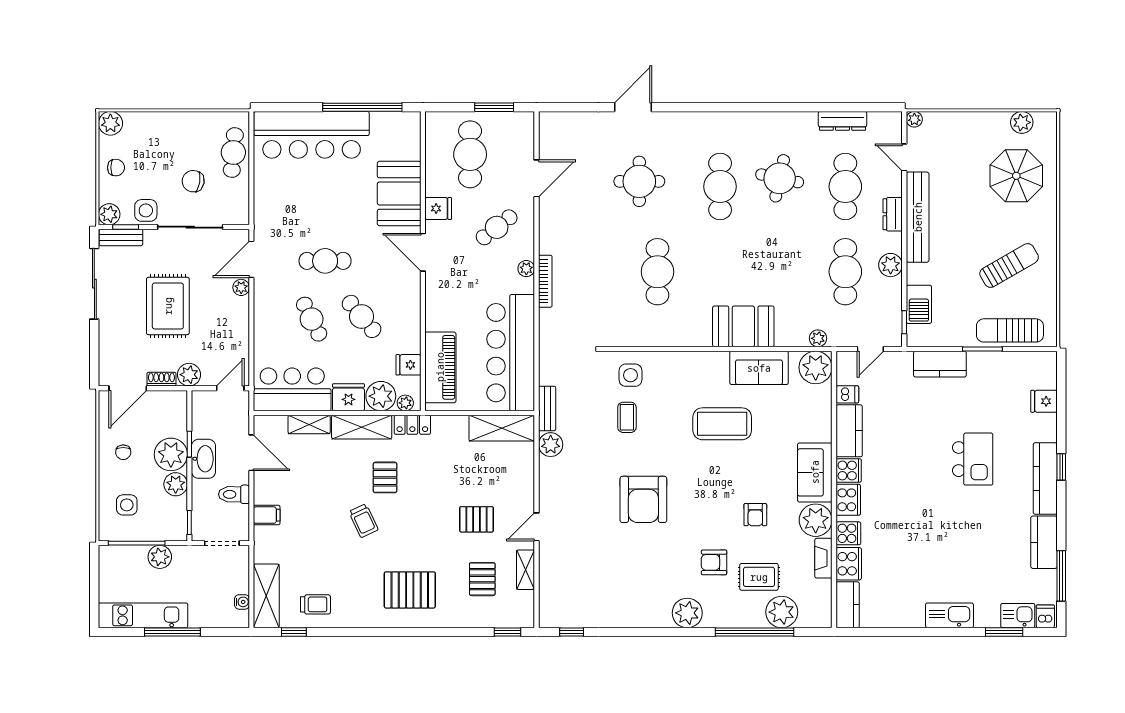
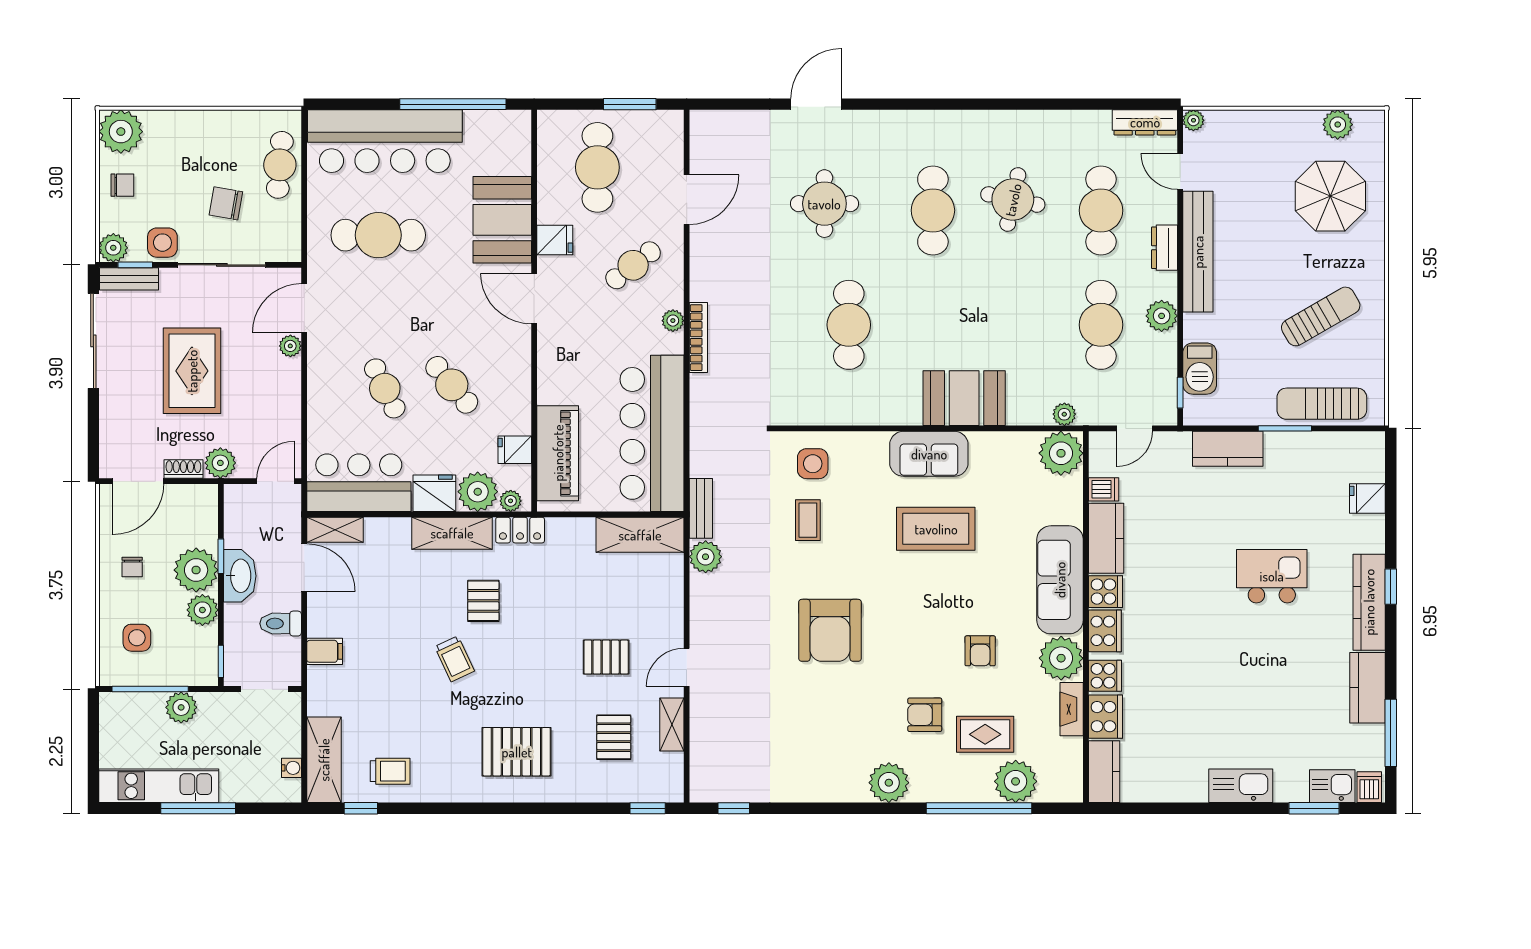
dresser: (842, 121) -> (1145, 122), moved
plant: (110, 123) -> (121, 132), width x1.36, depth x1.36
cafe table: (325, 261) -> (378, 235), moved, width x1.37, depth x1.35
sofa: (759, 368) -> (929, 454), moved
shelving: (309, 424) -> (335, 530), moved
kitchen island: (973, 459) -> (1272, 576), turned -90
sofa: (815, 472) -> (1060, 580), width x1.36

